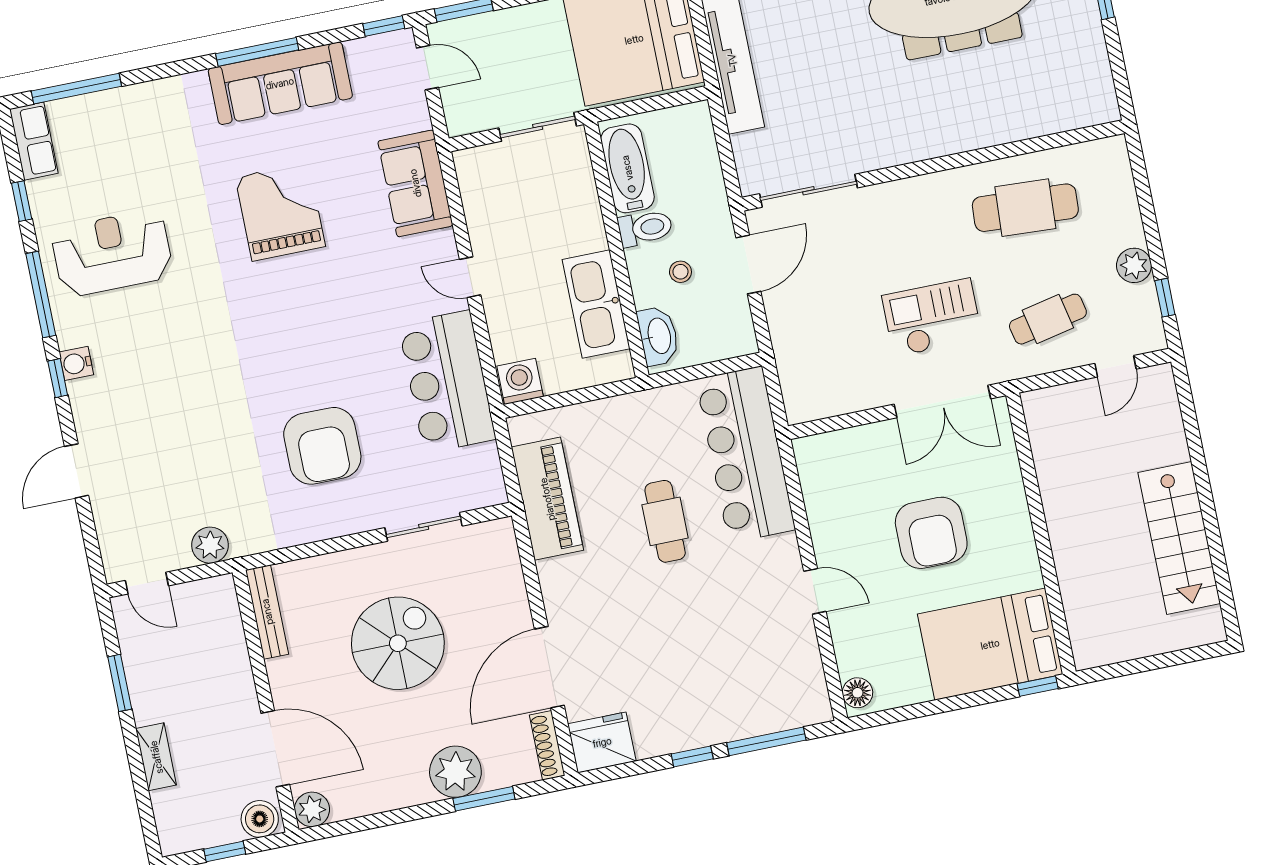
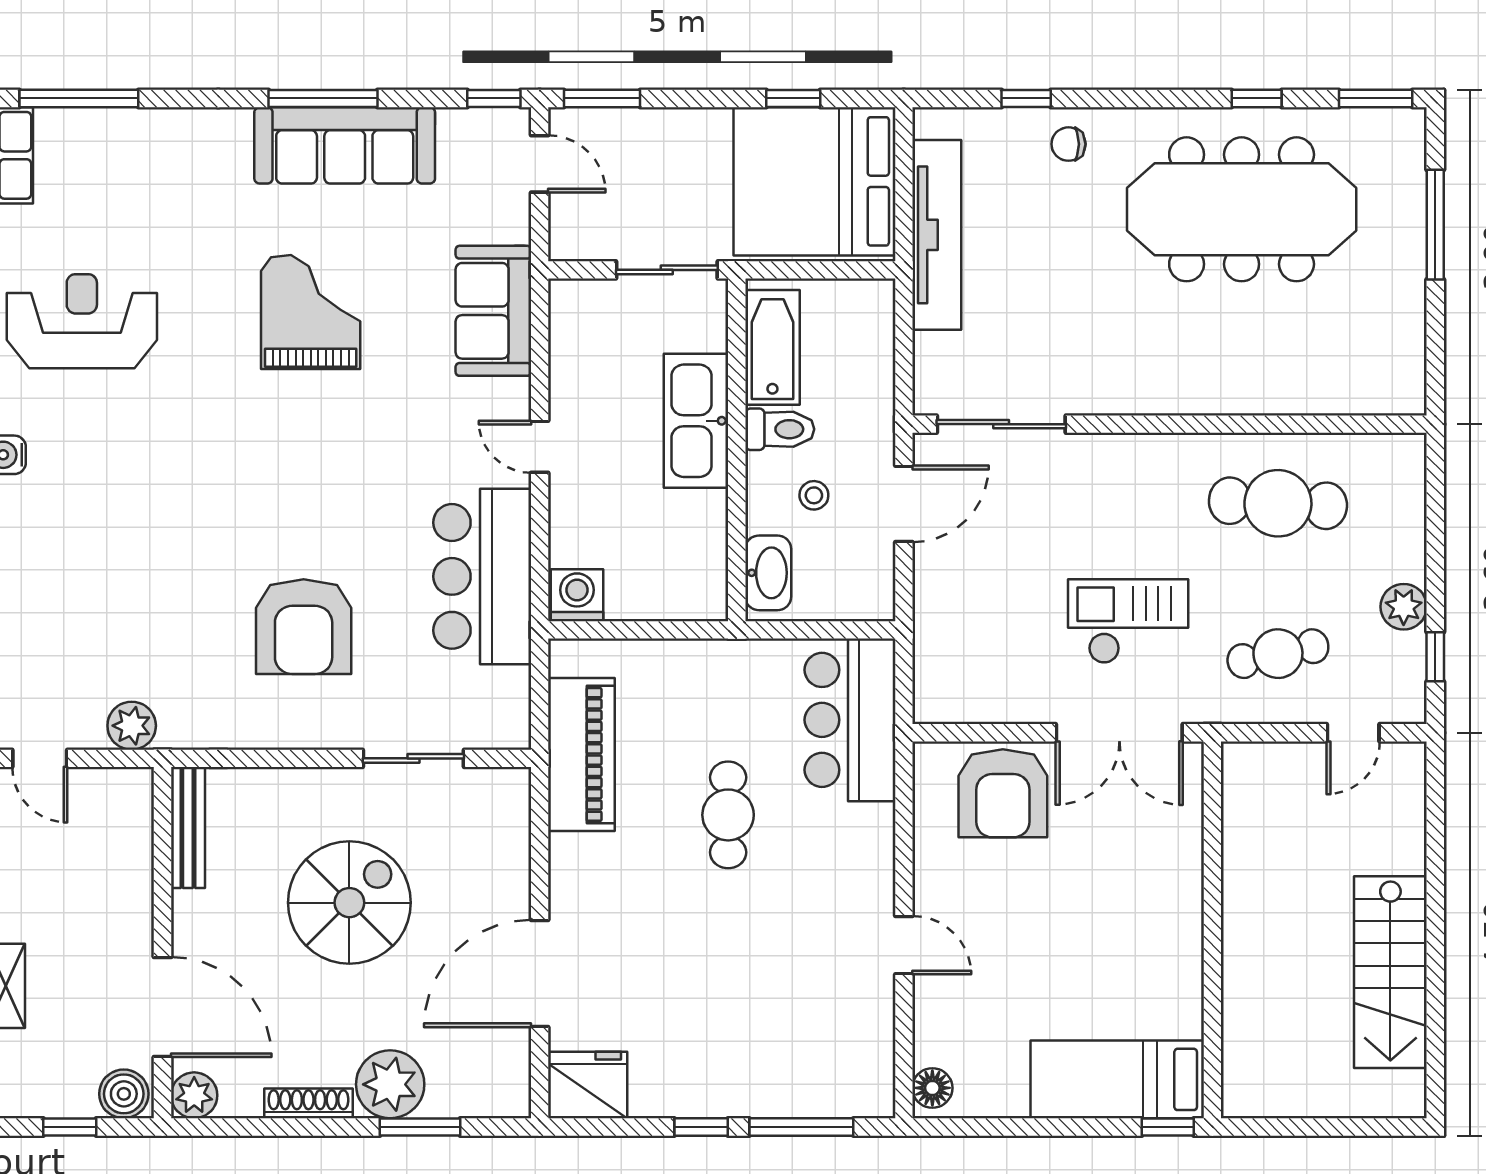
kitchen sink: (596, 304) -> (696, 421), moved
bar counter: (746, 455) -> (850, 720), width x0.73
armchair: (931, 533) -> (1003, 793), moved
bed: (990, 644) -> (1117, 1079), width x0.67
shoe rack: (547, 745) -> (308, 1103), moved, turned 90

